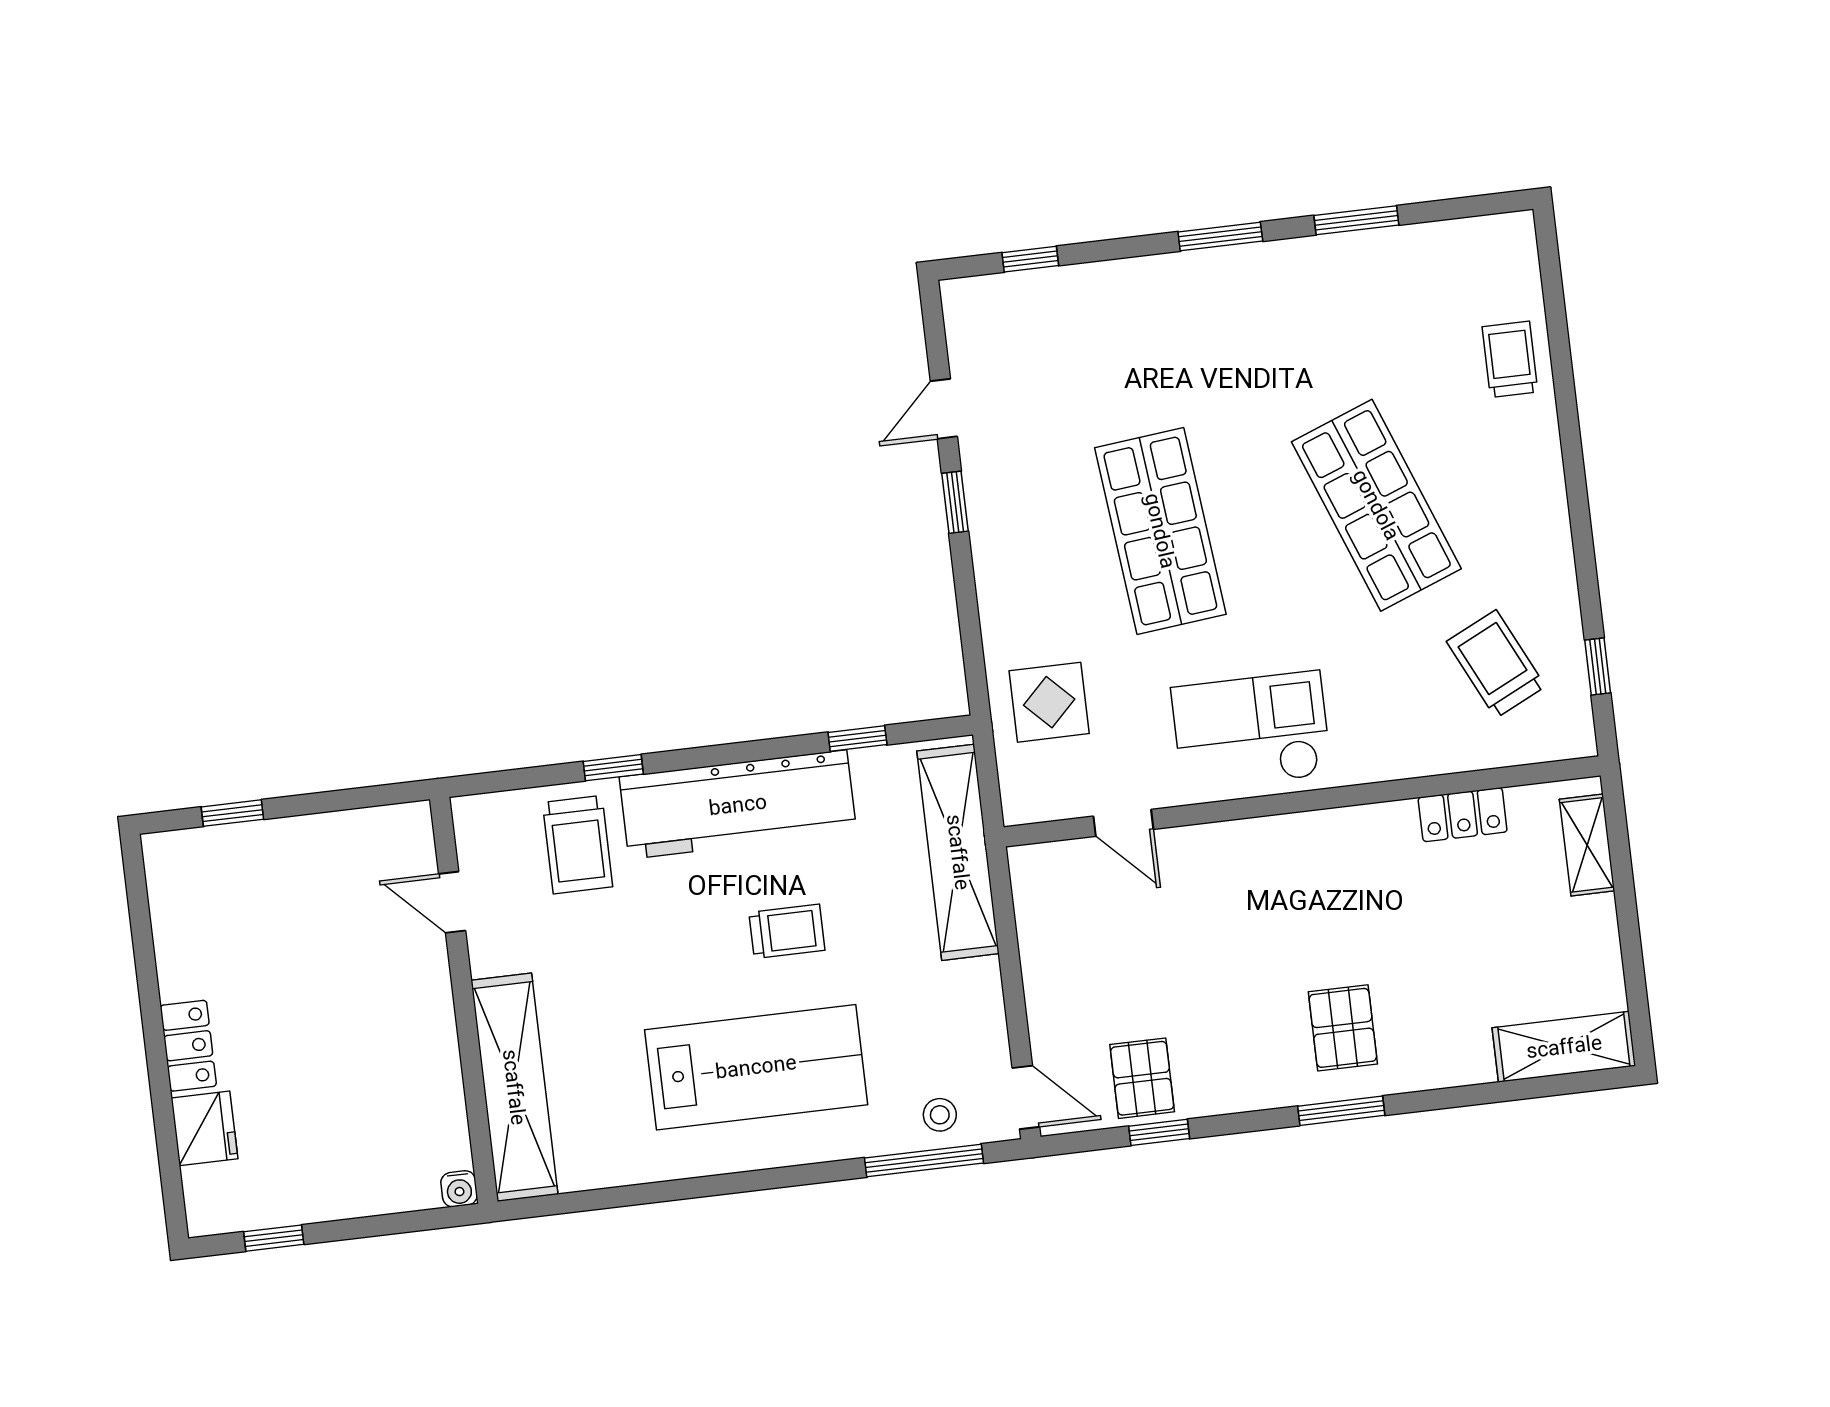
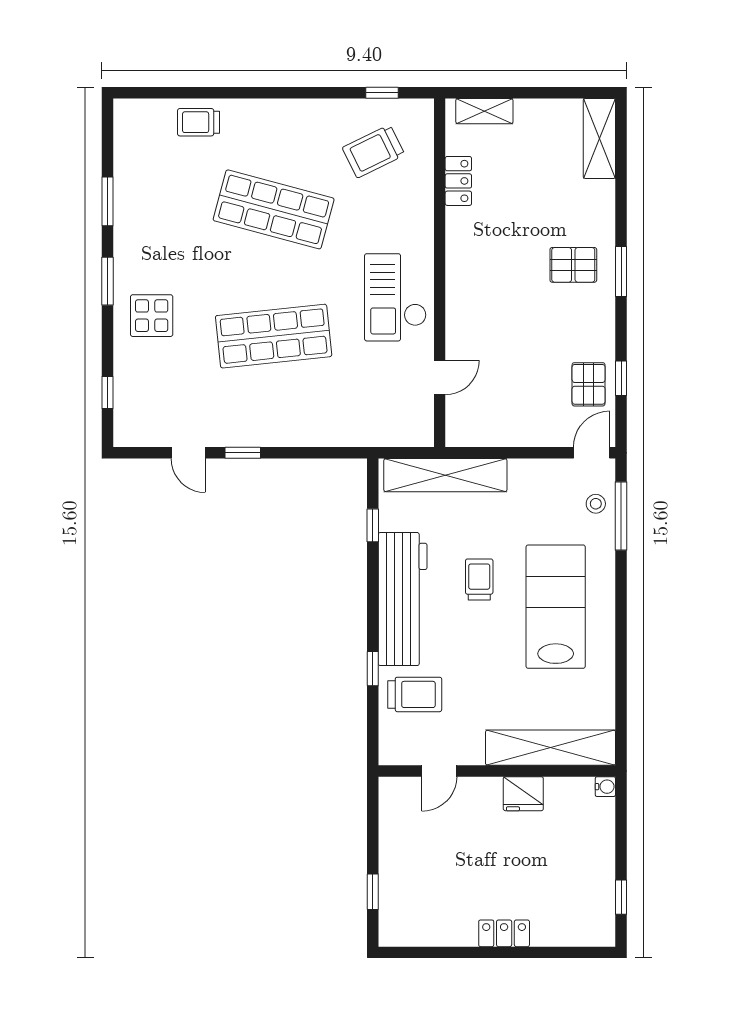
shop shelf: (1376, 505) -> (274, 209), turned 36
display table: (1049, 702) -> (152, 316), moved
pallet: (1142, 1078) -> (589, 384), turned 90
fridge: (204, 1128) -> (523, 794), moved, turned 180

